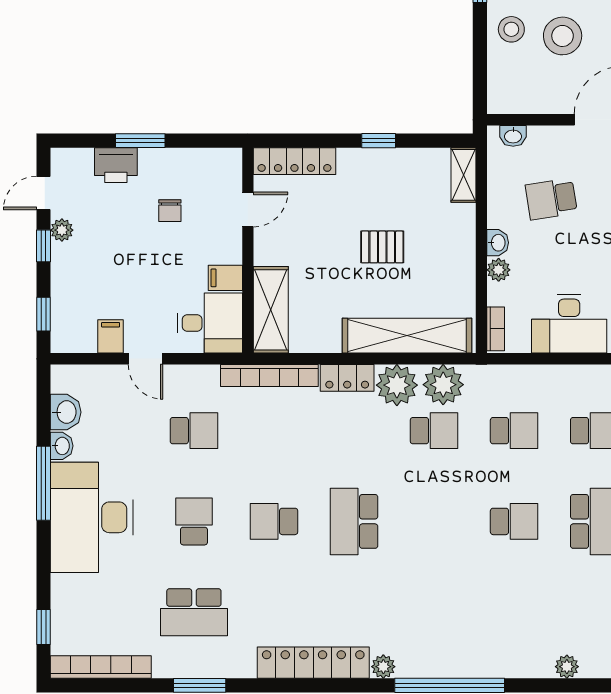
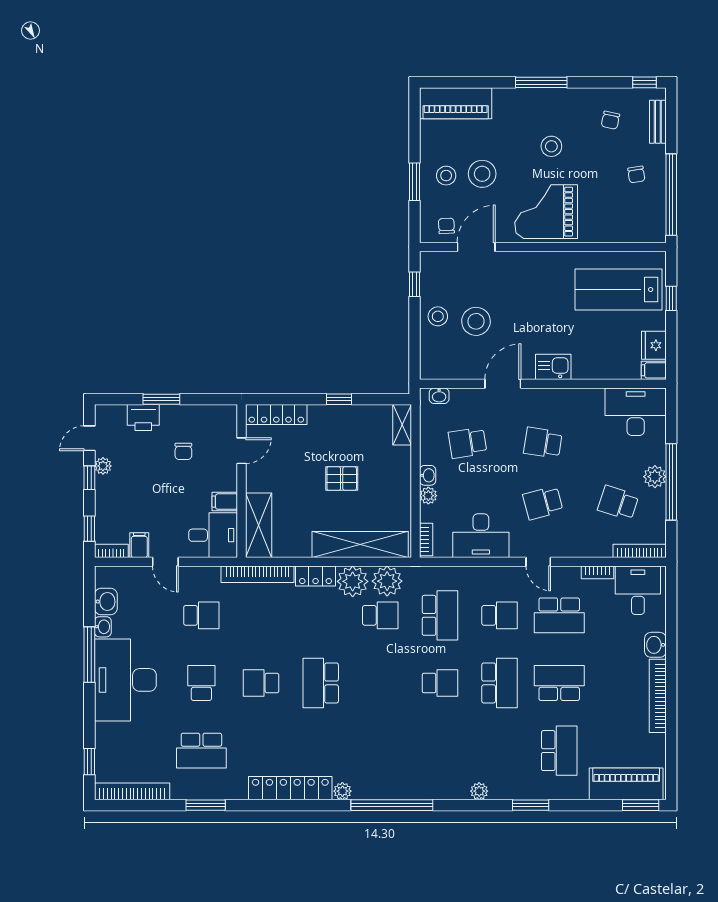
bookcase: (73, 344) -> (111, 551), added
school desk: (514, 431) -> (440, 615), width x1.85

